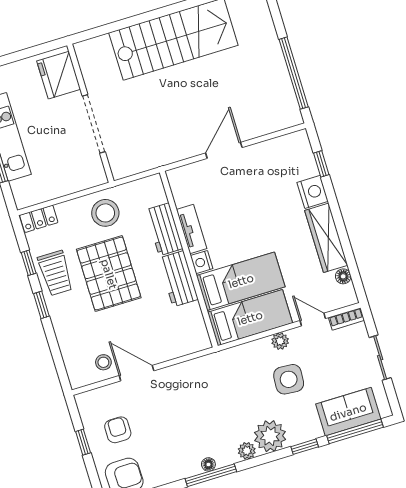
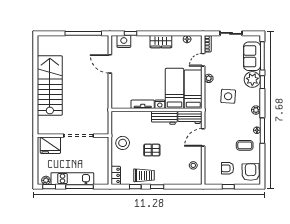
door: (224, 150) -> (110, 64), moved
nightstand: (313, 192) -> (124, 41), moved
workbench: (164, 229) -> (190, 117), moved
wardrobe: (326, 238) -> (161, 42), width x0.67
pallet: (109, 274) -> (152, 150), width x0.49, depth x0.50
door: (137, 373) -> (203, 137), moved
side table: (289, 379) -> (228, 96), moved
plant: (270, 436) -> (252, 79), moved
coffee table: (172, 450) -> (245, 145), added

